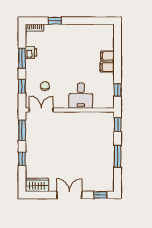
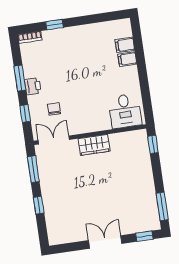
printer: (31, 53) -> (33, 86), moved
filing cabinet: (107, 67) -> (125, 45), moved
window: (118, 90) -> (146, 100), removed
desk: (81, 96) -> (125, 111), moved
window: (118, 156) -> (162, 206), moved
wardrobe: (37, 185) -> (94, 145), moved, turned 180

